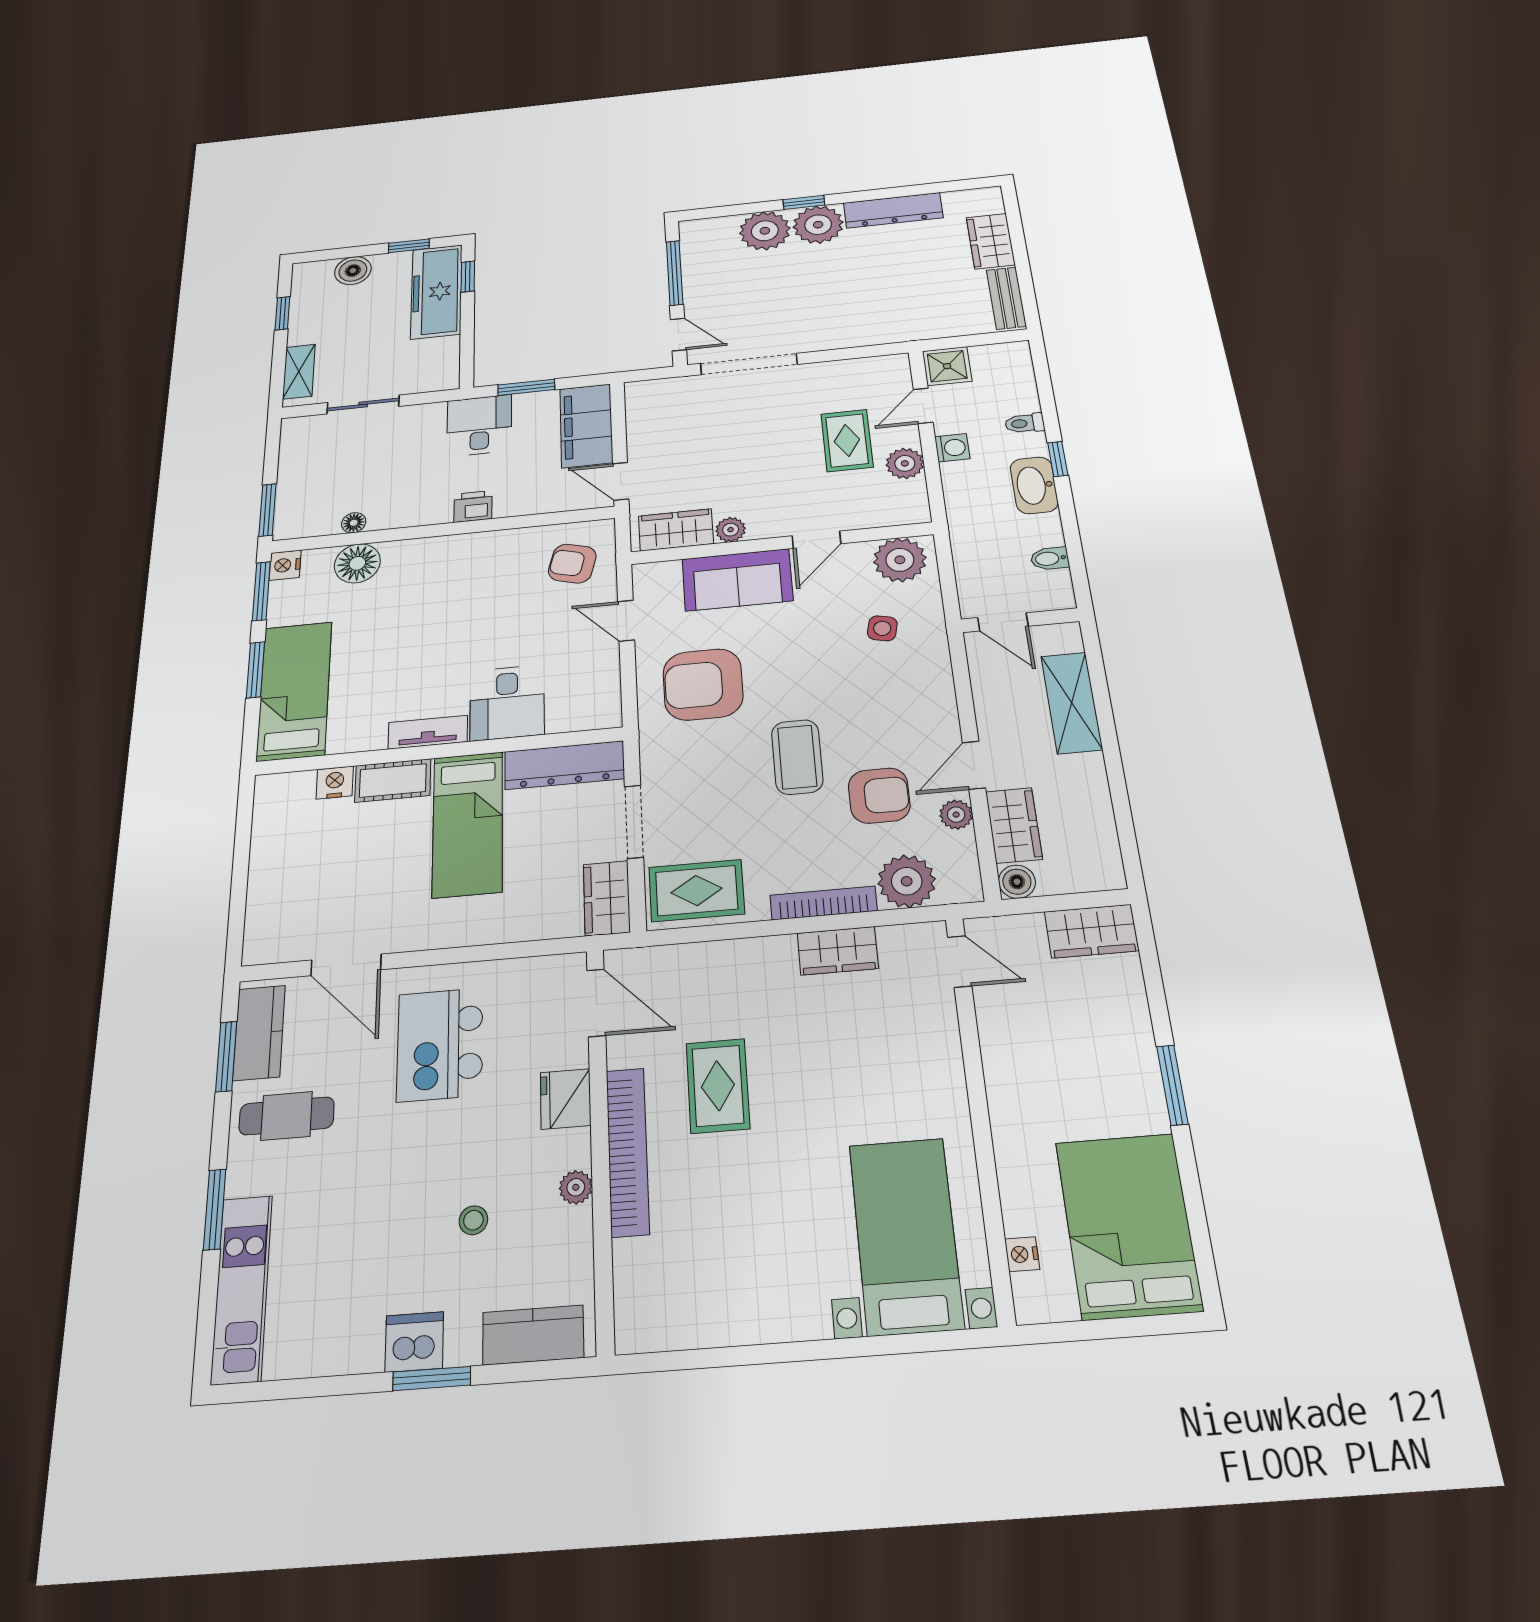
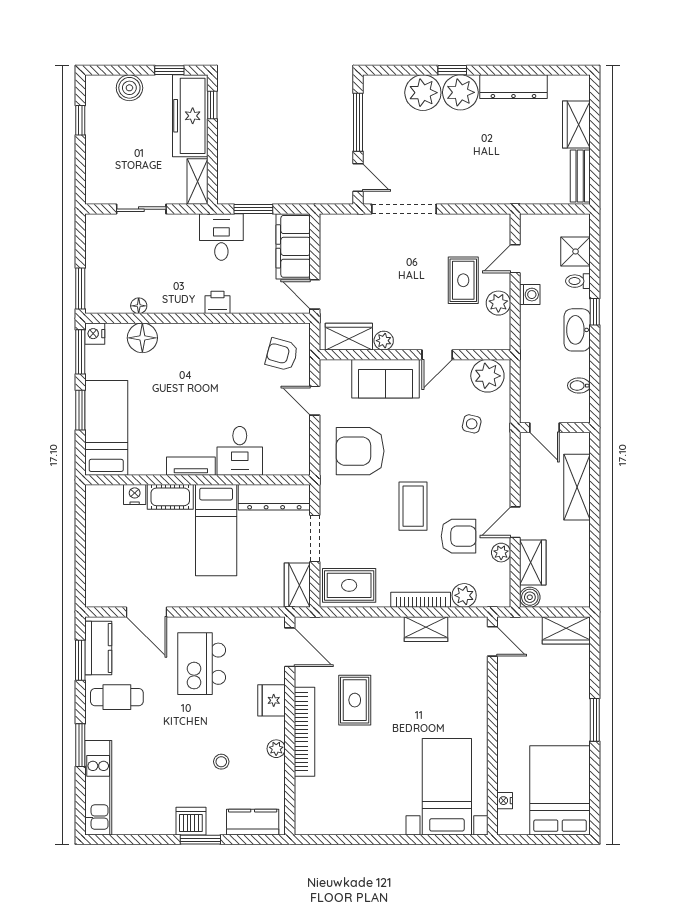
shower: (947, 366) -> (576, 251), moved
shelving: (299, 372) -> (197, 181), moved
plant: (907, 881) -> (464, 595), width x0.73, depth x0.73

